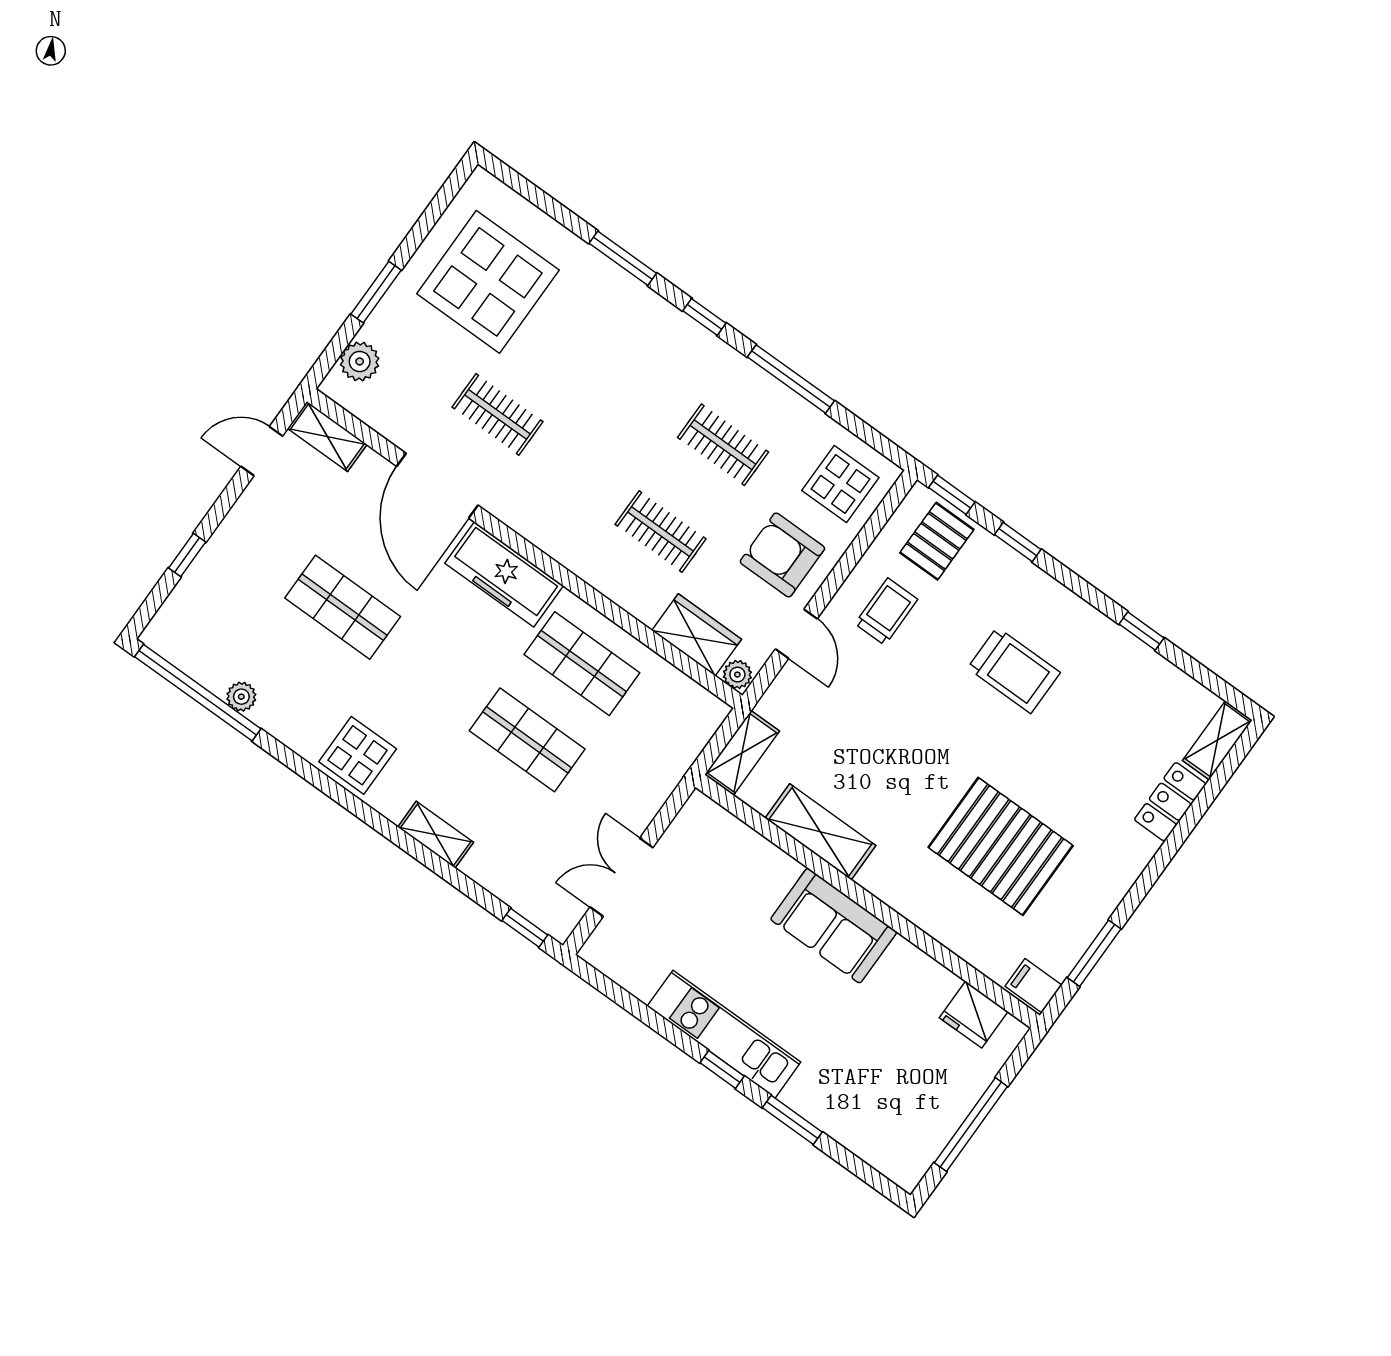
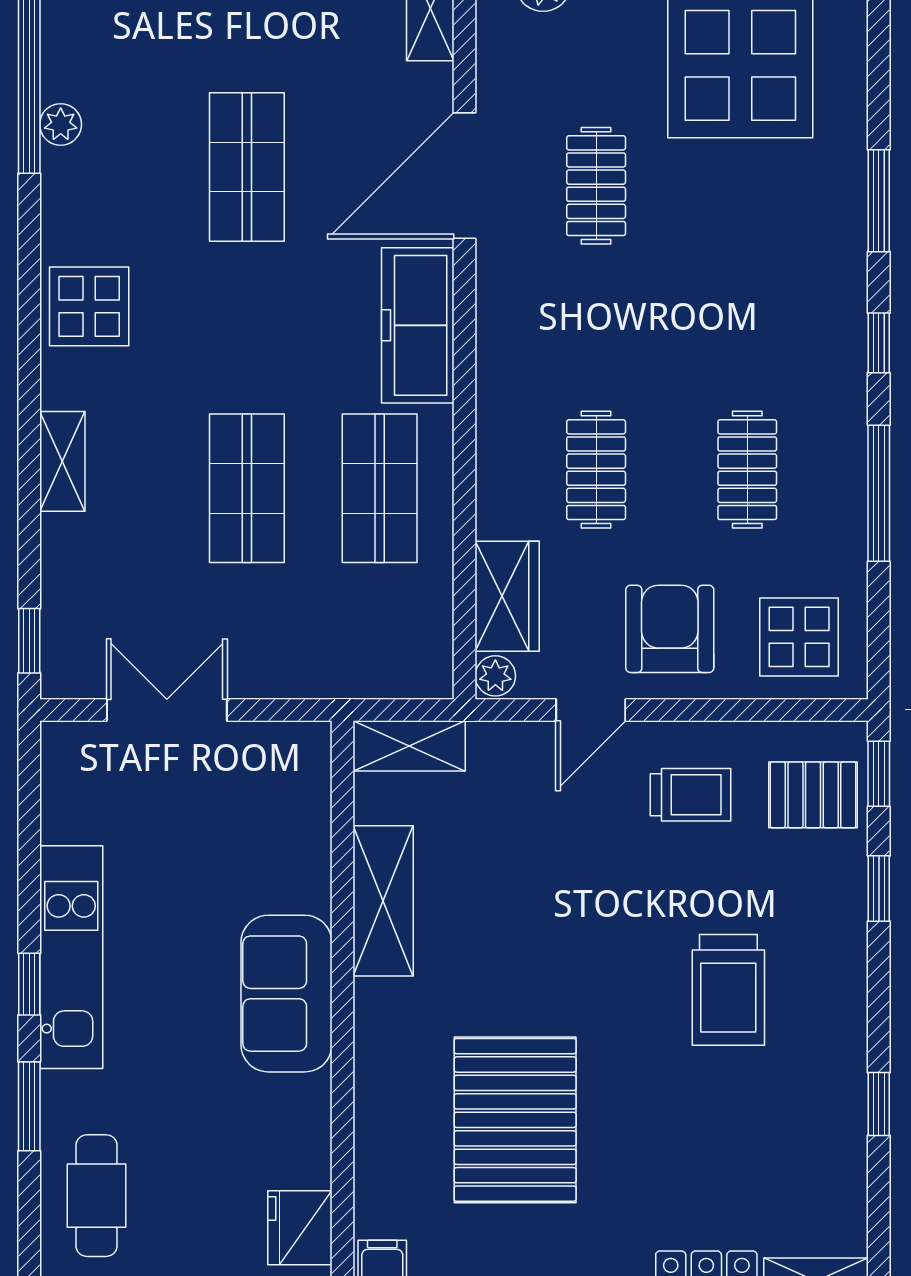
cafe table: (871, 1118) -> (97, 1196), added

